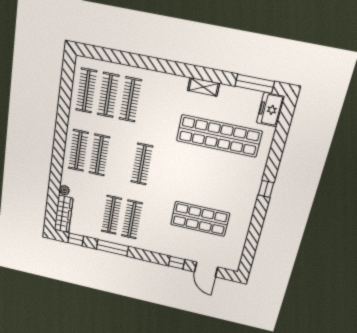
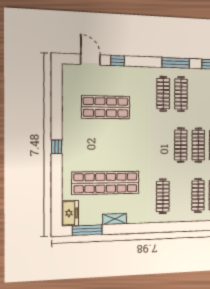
shelving: (204, 87) -> (114, 219), moved
clothes rail: (130, 100) -> (163, 196), moved
clothes rail: (142, 164) -> (181, 145), moved

